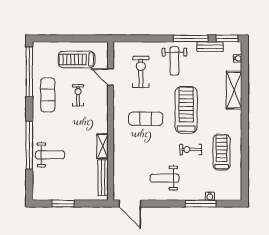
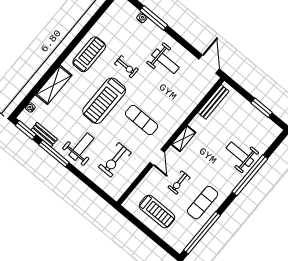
door: (111, 77) -> (157, 157), moved
shelving: (102, 146) -> (183, 138), moved
treadmill: (222, 152) -> (89, 54), moved, turned 180

